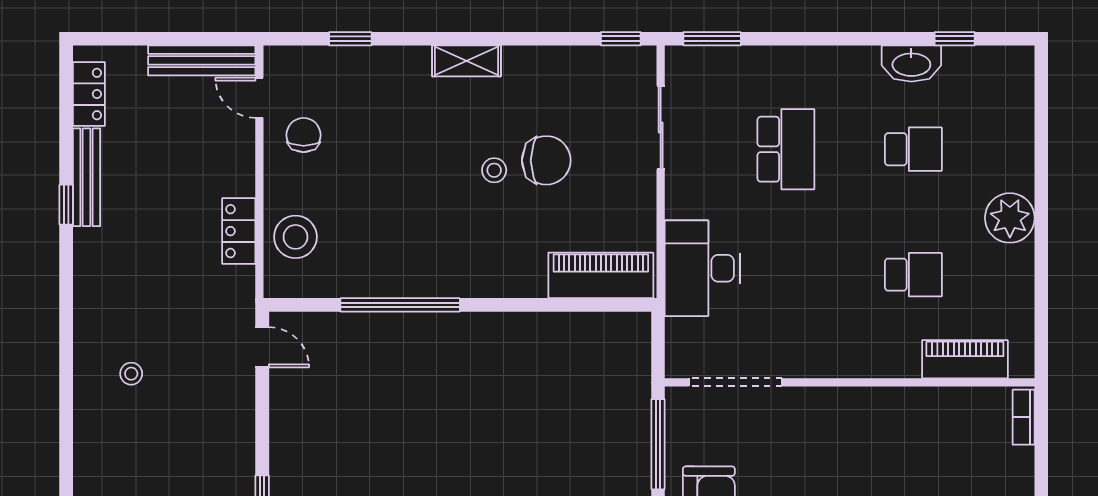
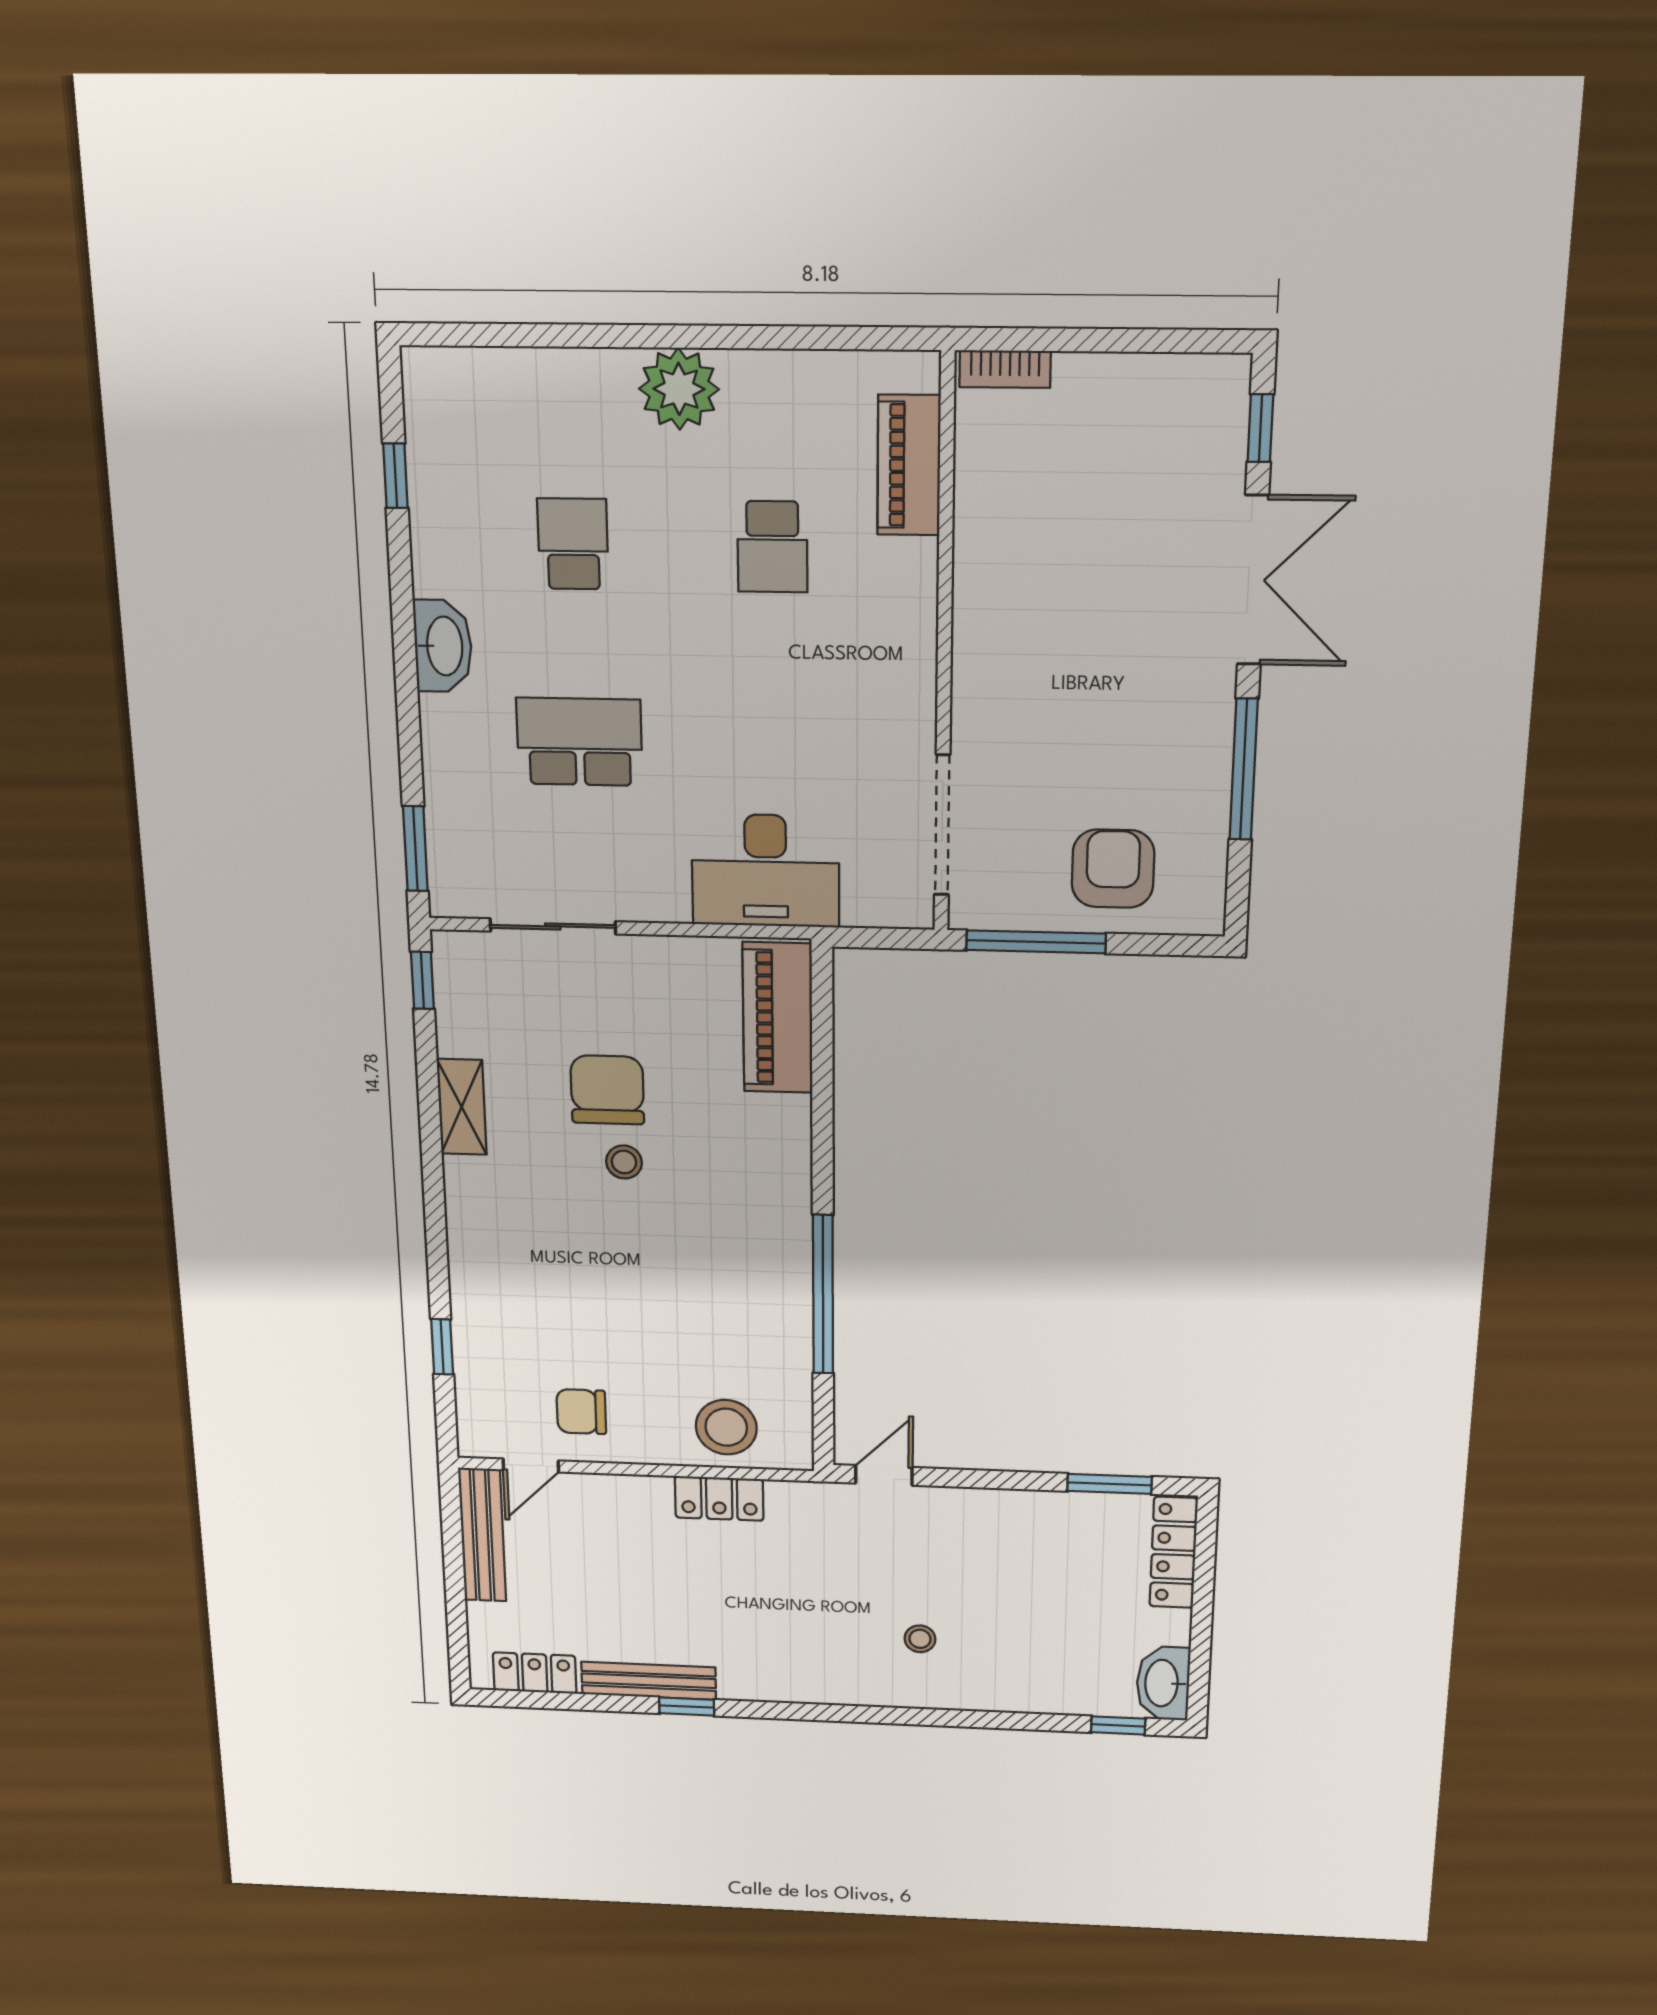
shelving: (466, 61) -> (462, 1107), moved
washbasin: (911, 64) -> (443, 646), moved
school desk: (913, 275) -> (772, 547), turned 180

